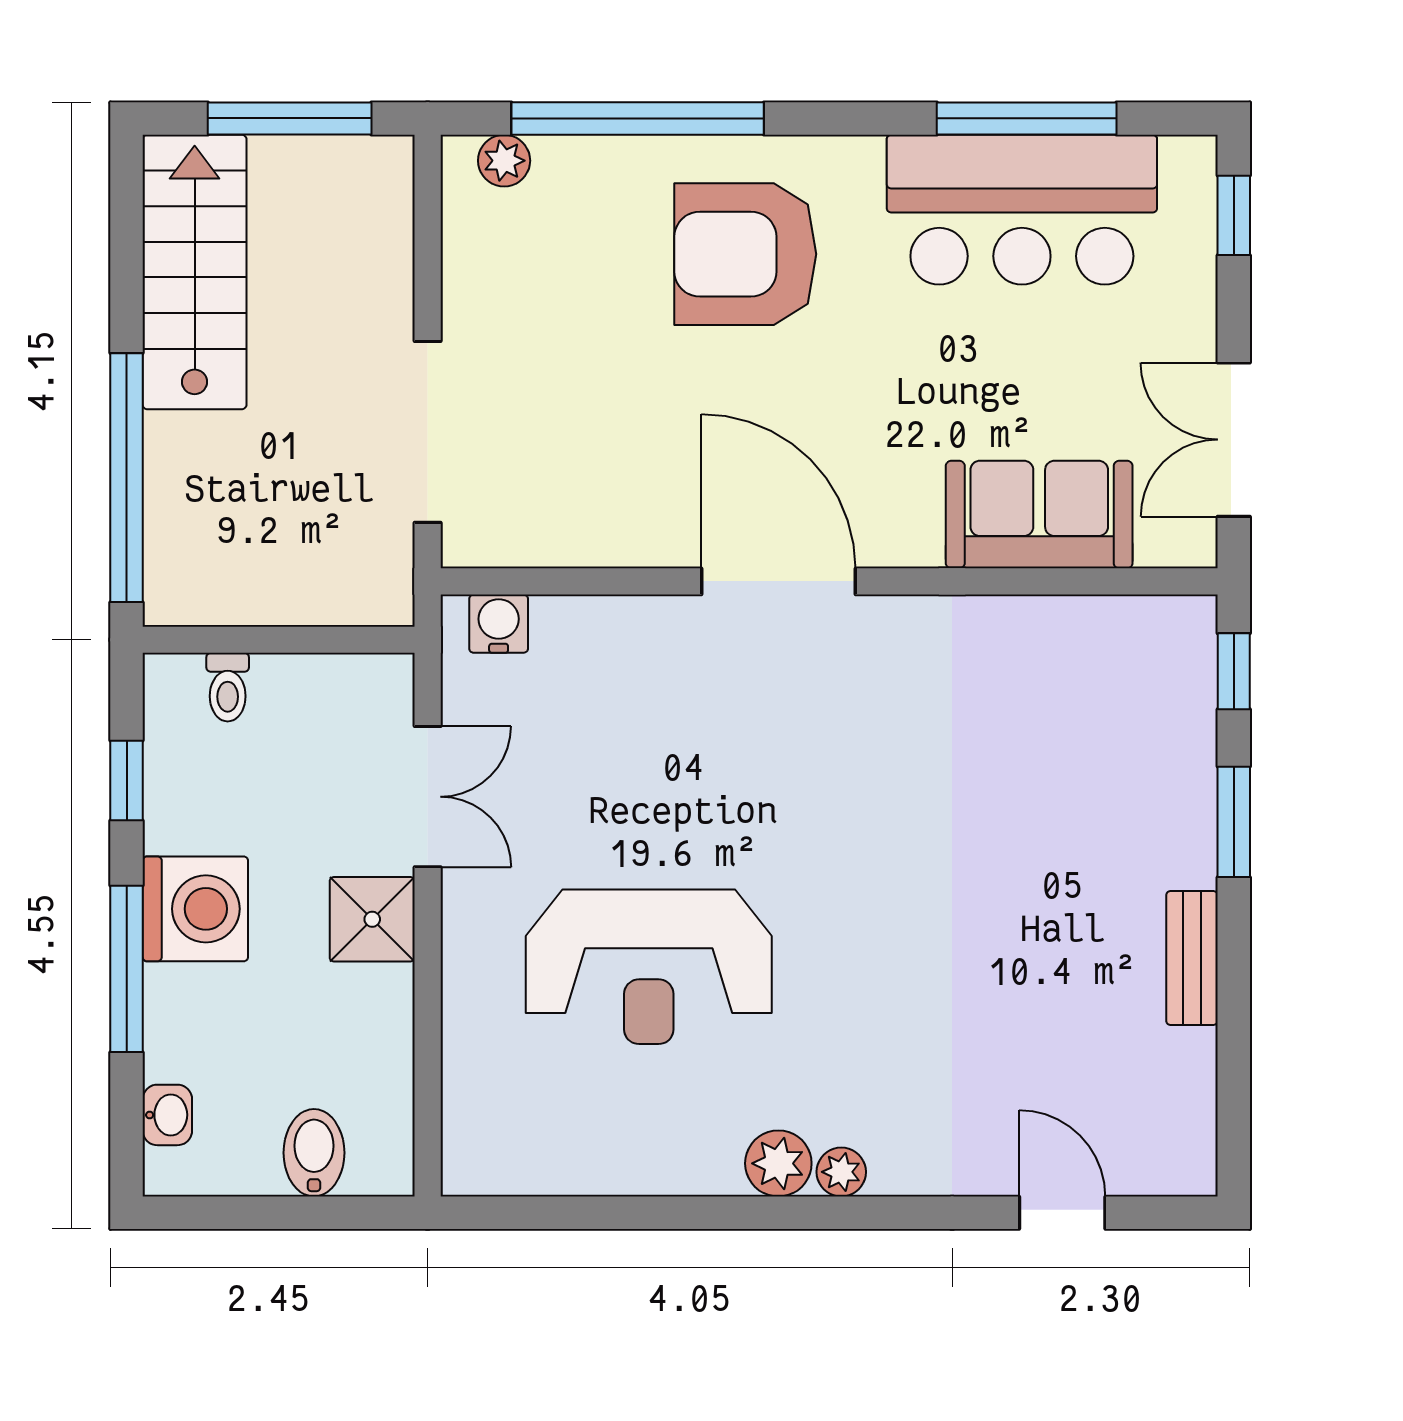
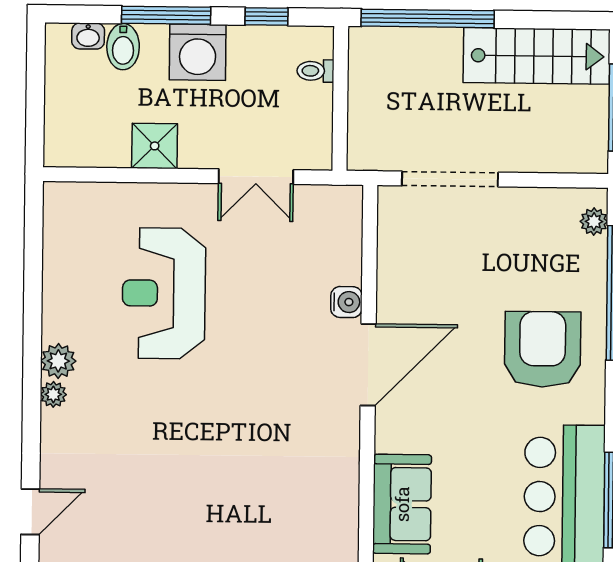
water cooler: (499, 624) -> (346, 302), moved
shower: (372, 919) -> (155, 146), moved
bidet: (314, 1153) -> (123, 47), moved, turned 90

